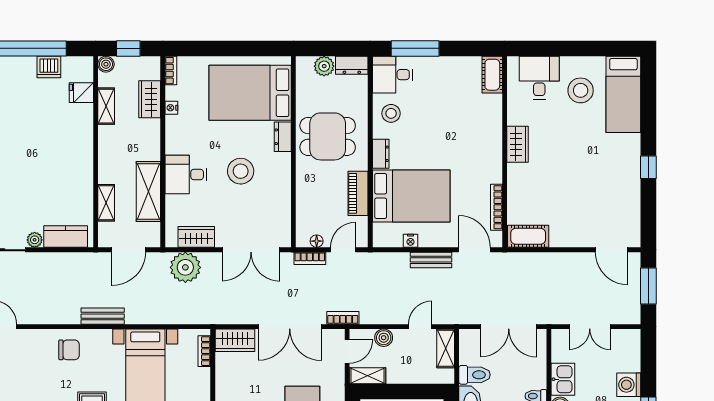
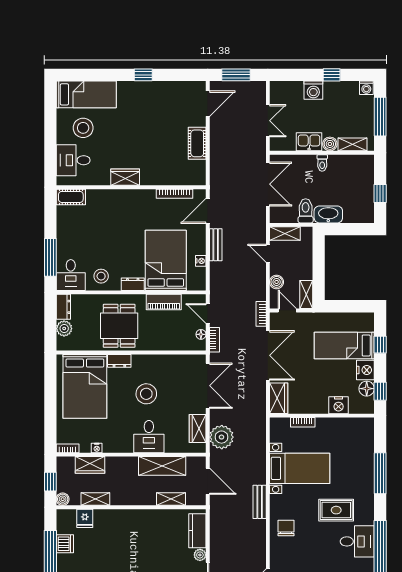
cot: (528, 236) -> (197, 143), moved
bookcase: (204, 351) -> (303, 422), moved

